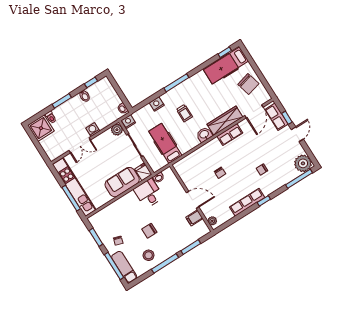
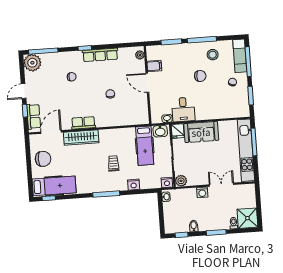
chair: (248, 84) -> (43, 159), turned 105
washbasin: (204, 135) -> (160, 131), moved

